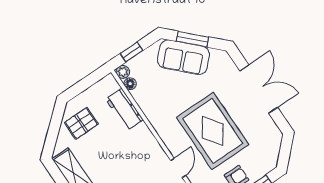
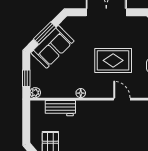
floor lamp: (130, 84) -> (81, 93), moved
rug: (213, 131) -> (113, 60), width x0.73, depth x0.69

